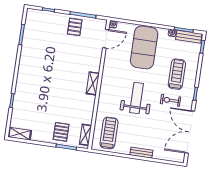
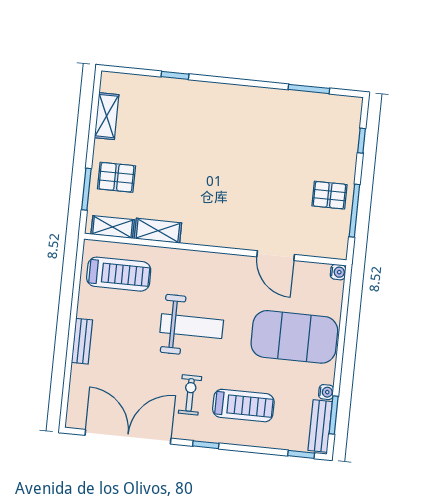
door: (106, 39) -> (276, 256), moved
shelving: (93, 83) -> (158, 231), moved
shelving: (20, 134) -> (107, 116), moved

